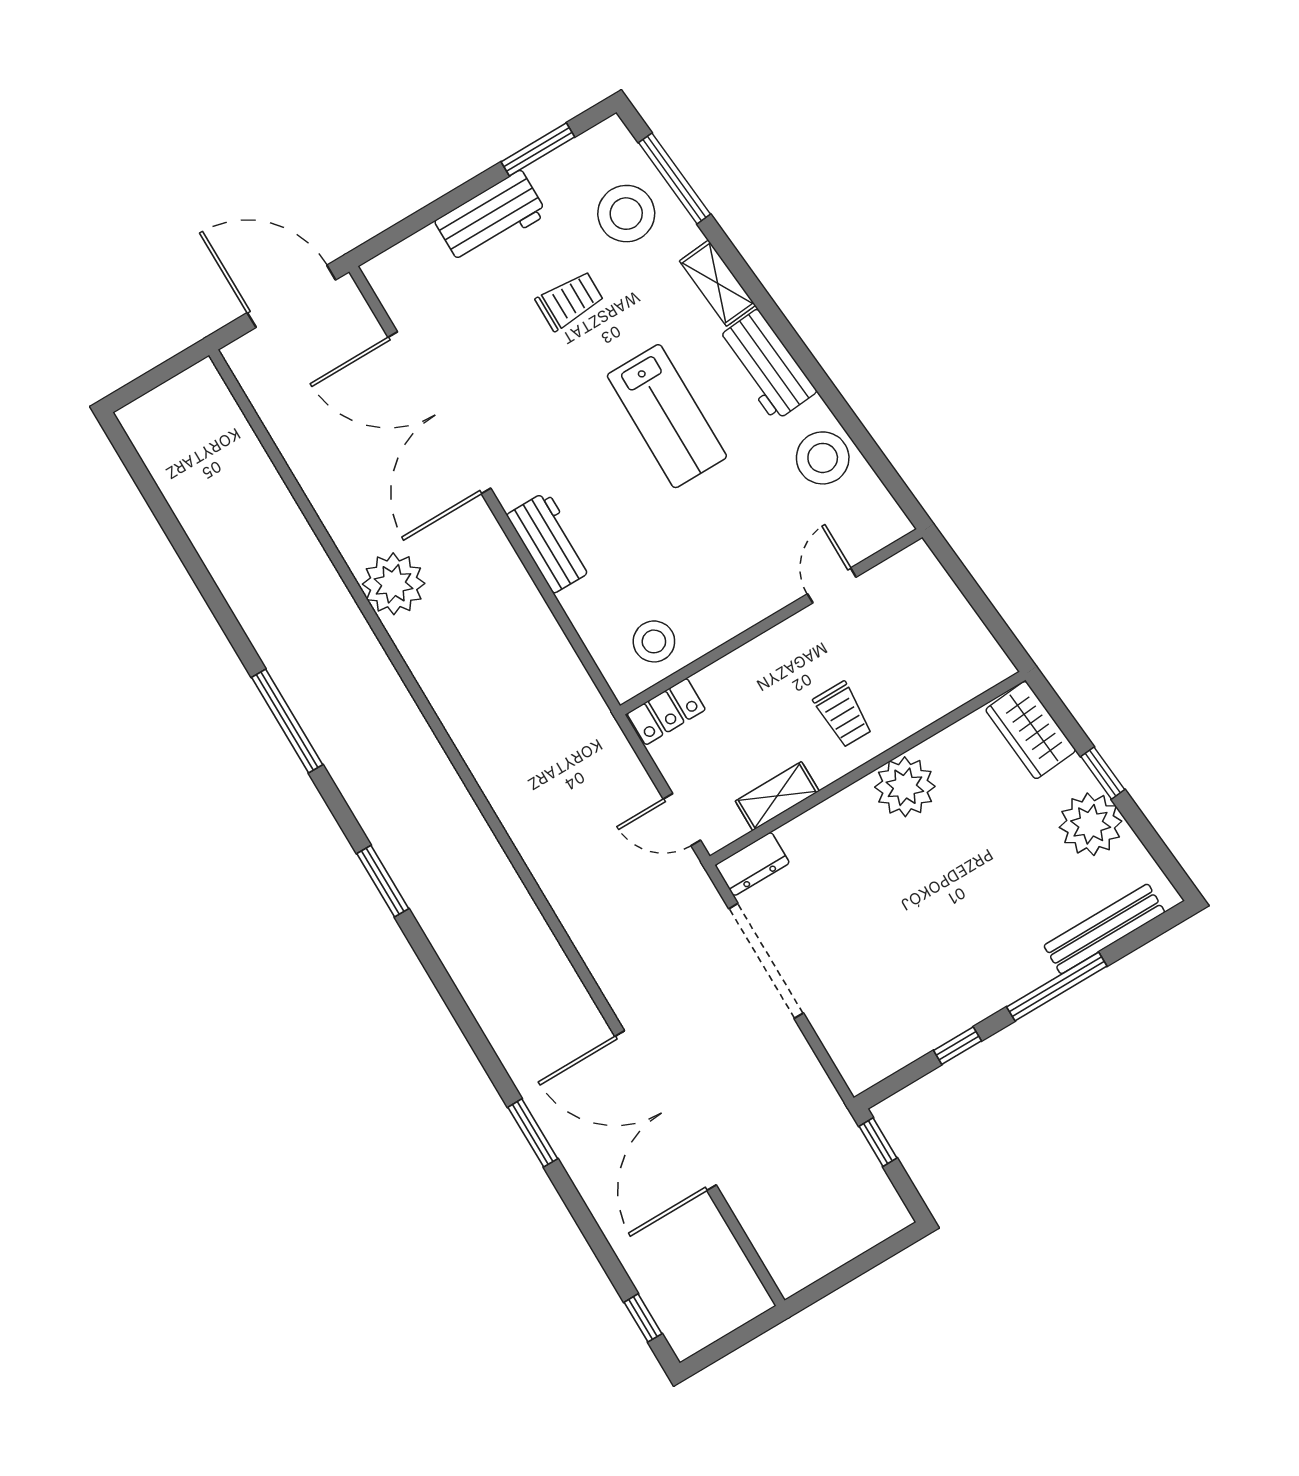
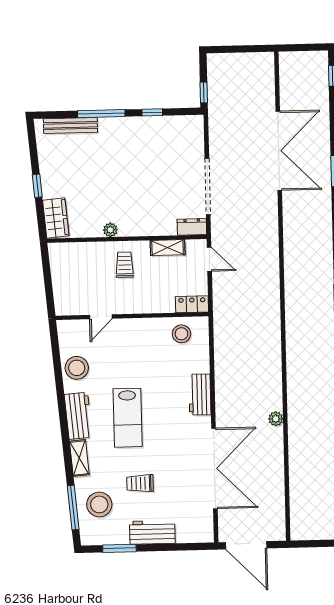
lab bench: (667, 416) -> (128, 418), turned 180
plant: (394, 584) -> (276, 419), width x0.53, depth x0.53
plant: (905, 787) -> (110, 230), width x0.53, depth x0.53
plant: (1091, 824) -> (53, 169), removed

